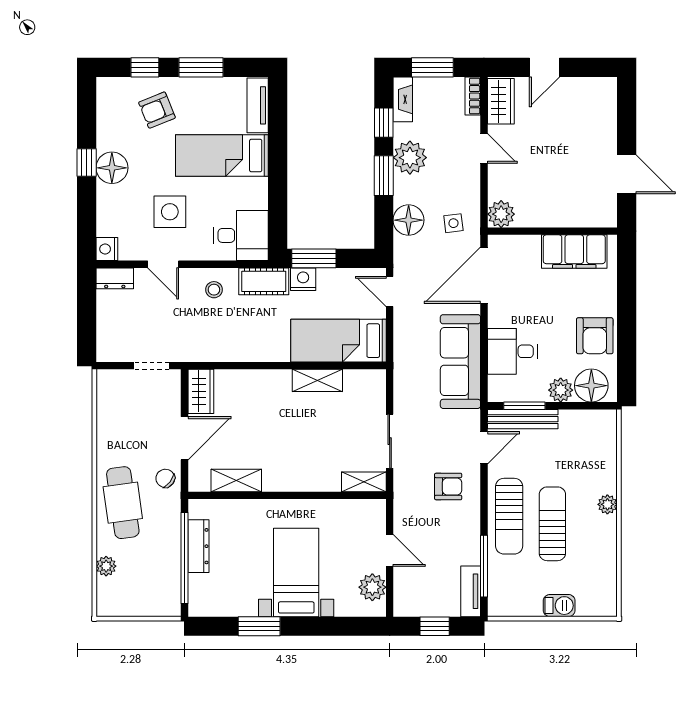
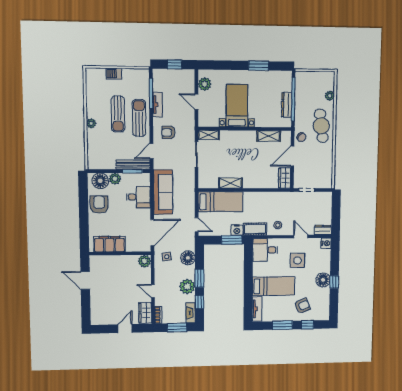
bed with nightstands: (296, 572) -> (237, 106), moved, turned 180
tv unit: (471, 591) -> (157, 105), moved

